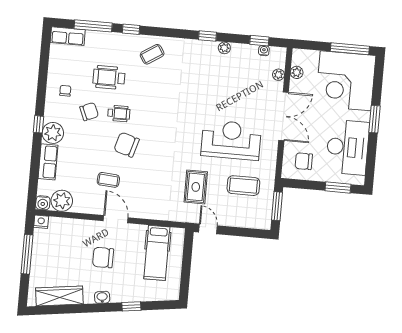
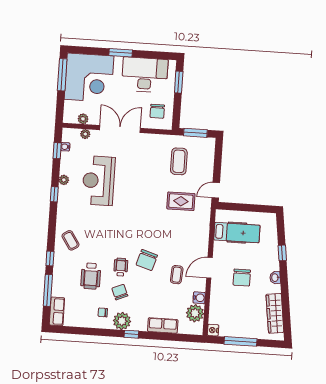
plant: (53, 133) -> (122, 321), moved
reception desk: (231, 140) -> (99, 181), moved
water cooler: (43, 203) -> (199, 298), moved

